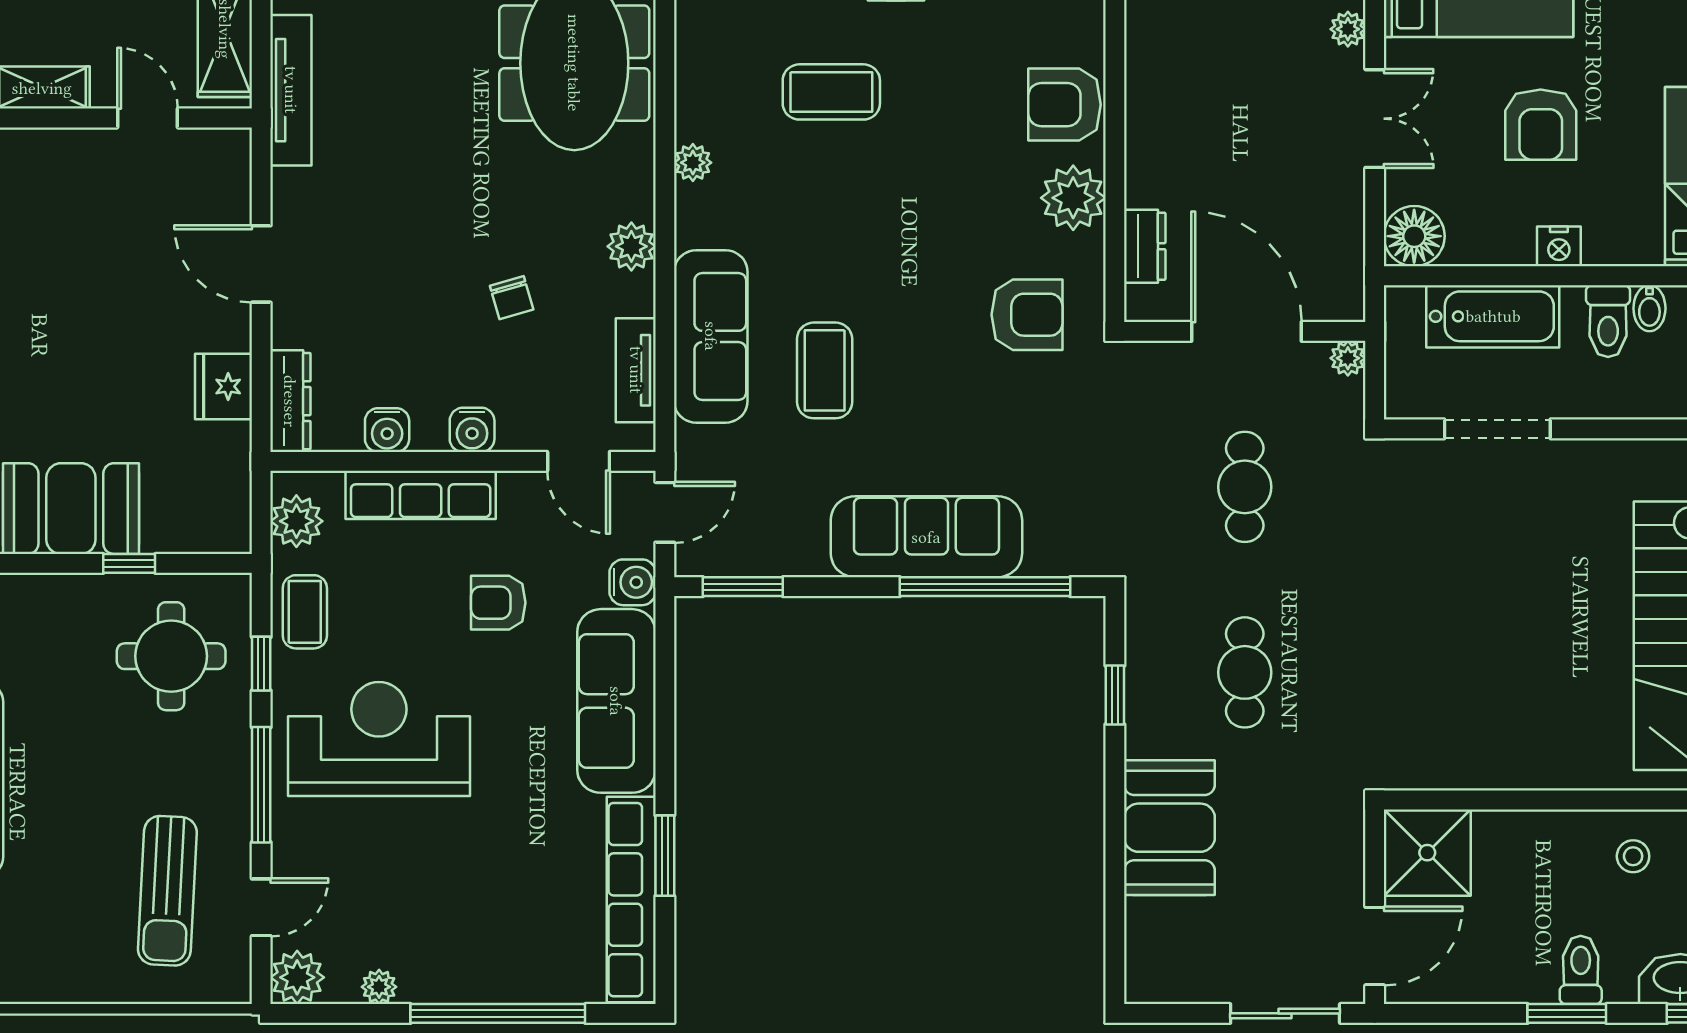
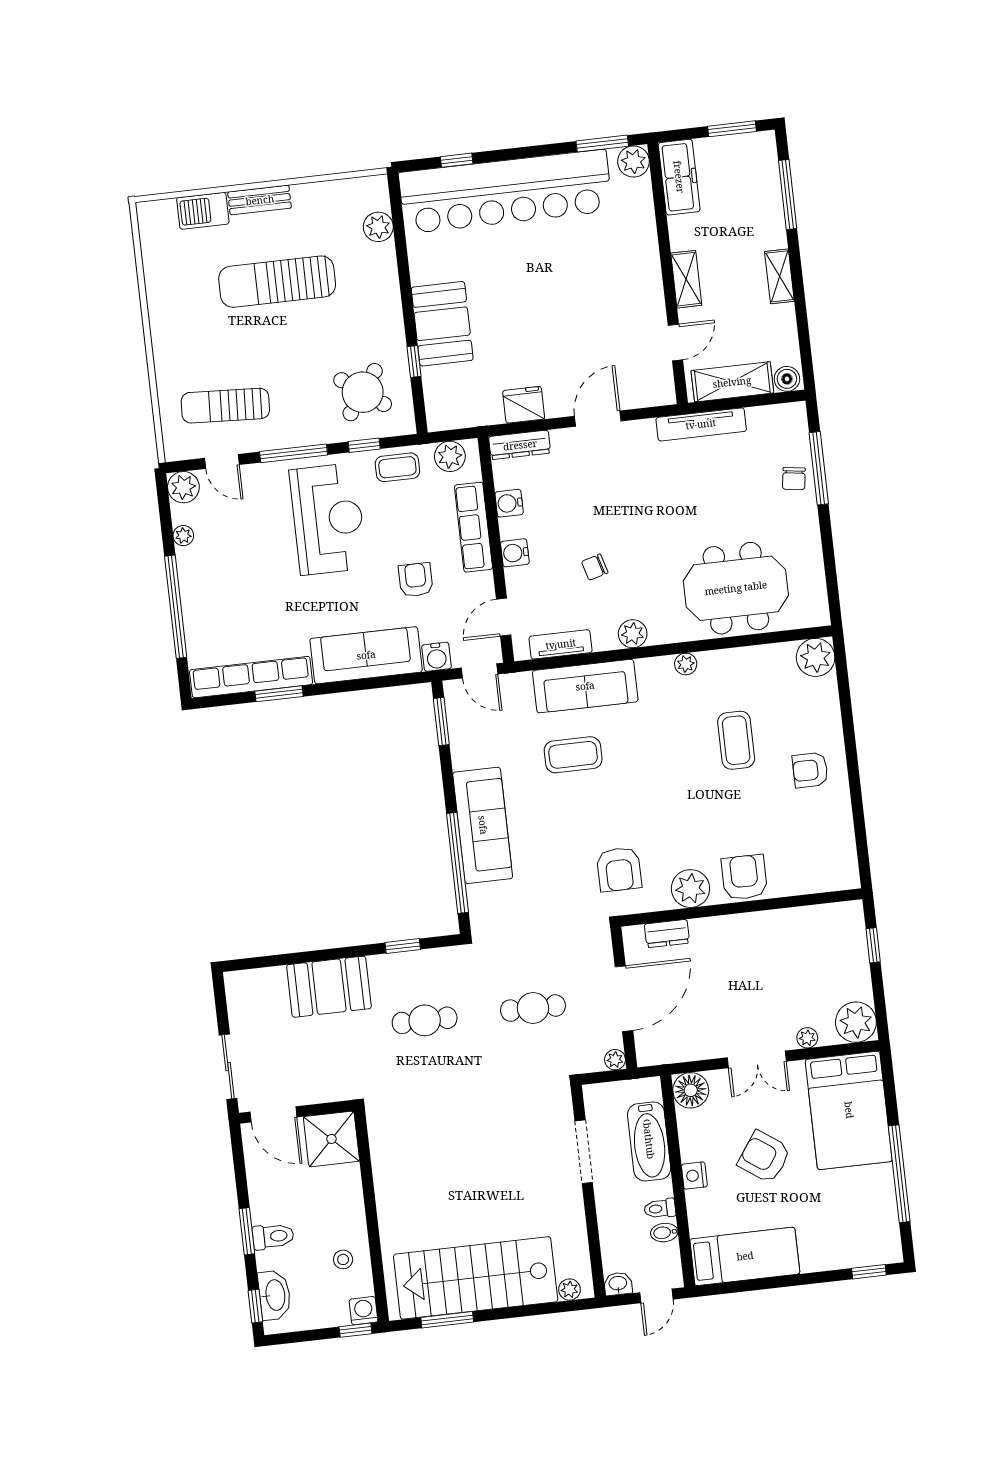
armchair: (1541, 125) -> (764, 1157), turned 35
toilet: (1608, 321) -> (660, 1209), width x0.73, depth x0.72
round table: (171, 656) -> (363, 392), turned 36

